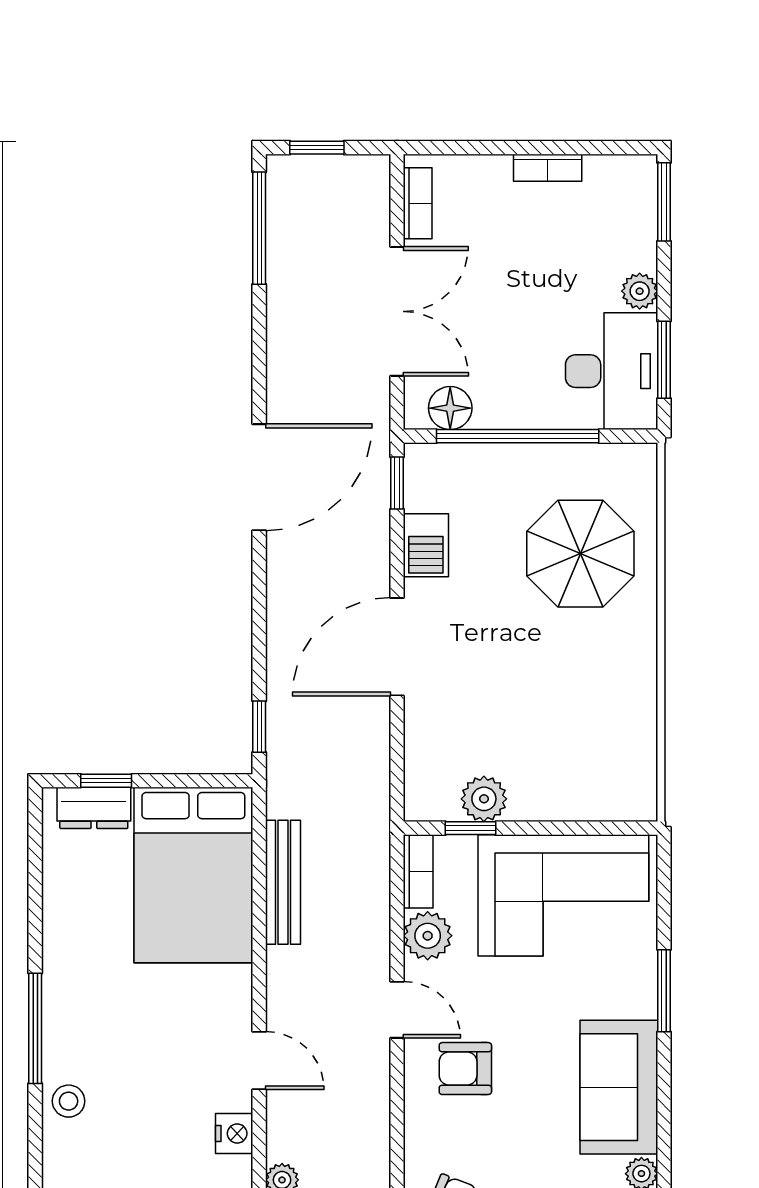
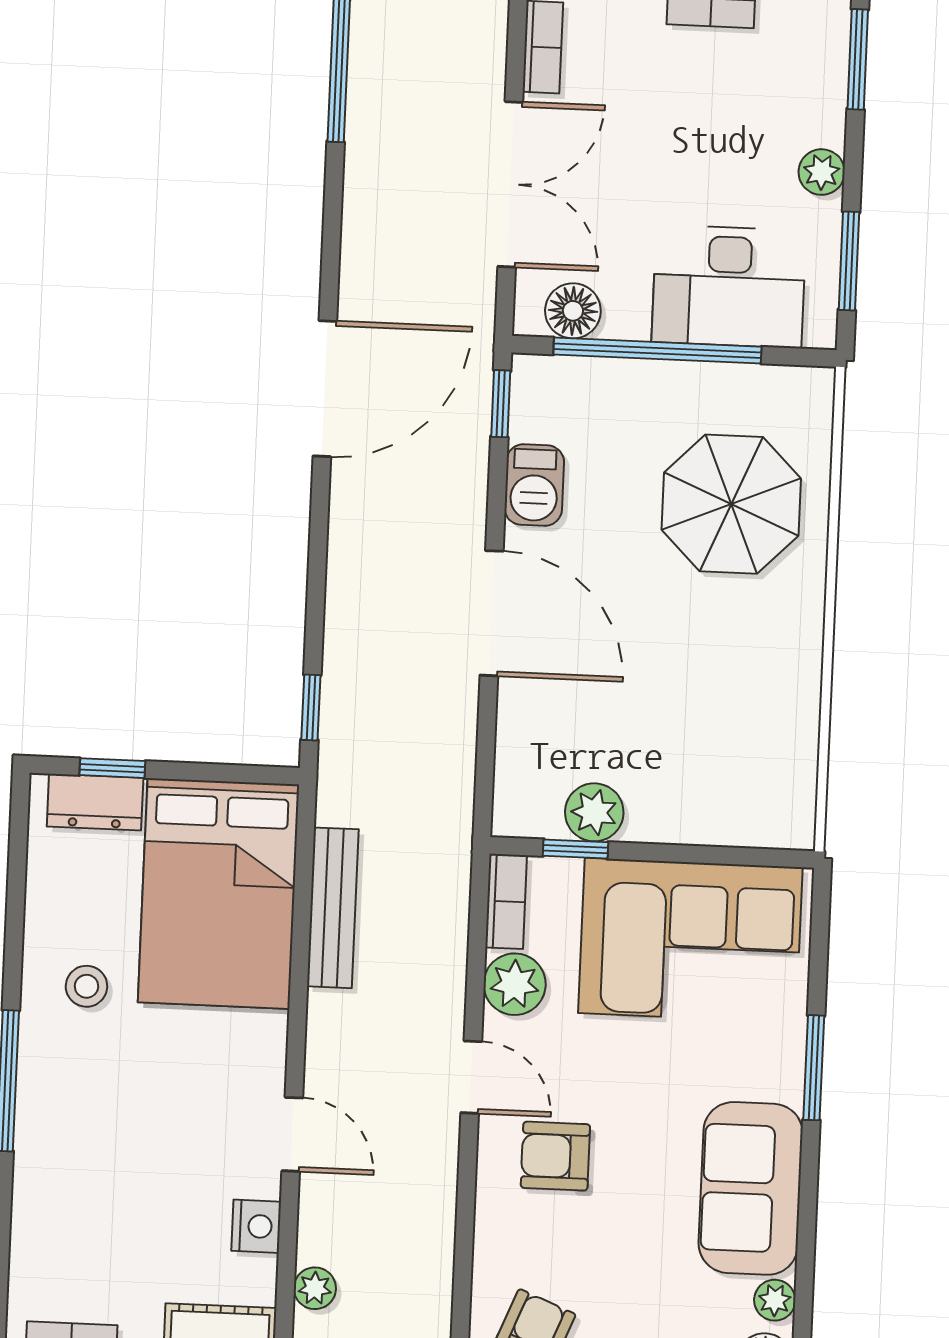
desk: (612, 371) -> (729, 286), moved, turned 90
door: (397, 647) -> (492, 613), swing flipped
stool: (69, 1101) -> (86, 986), moved

